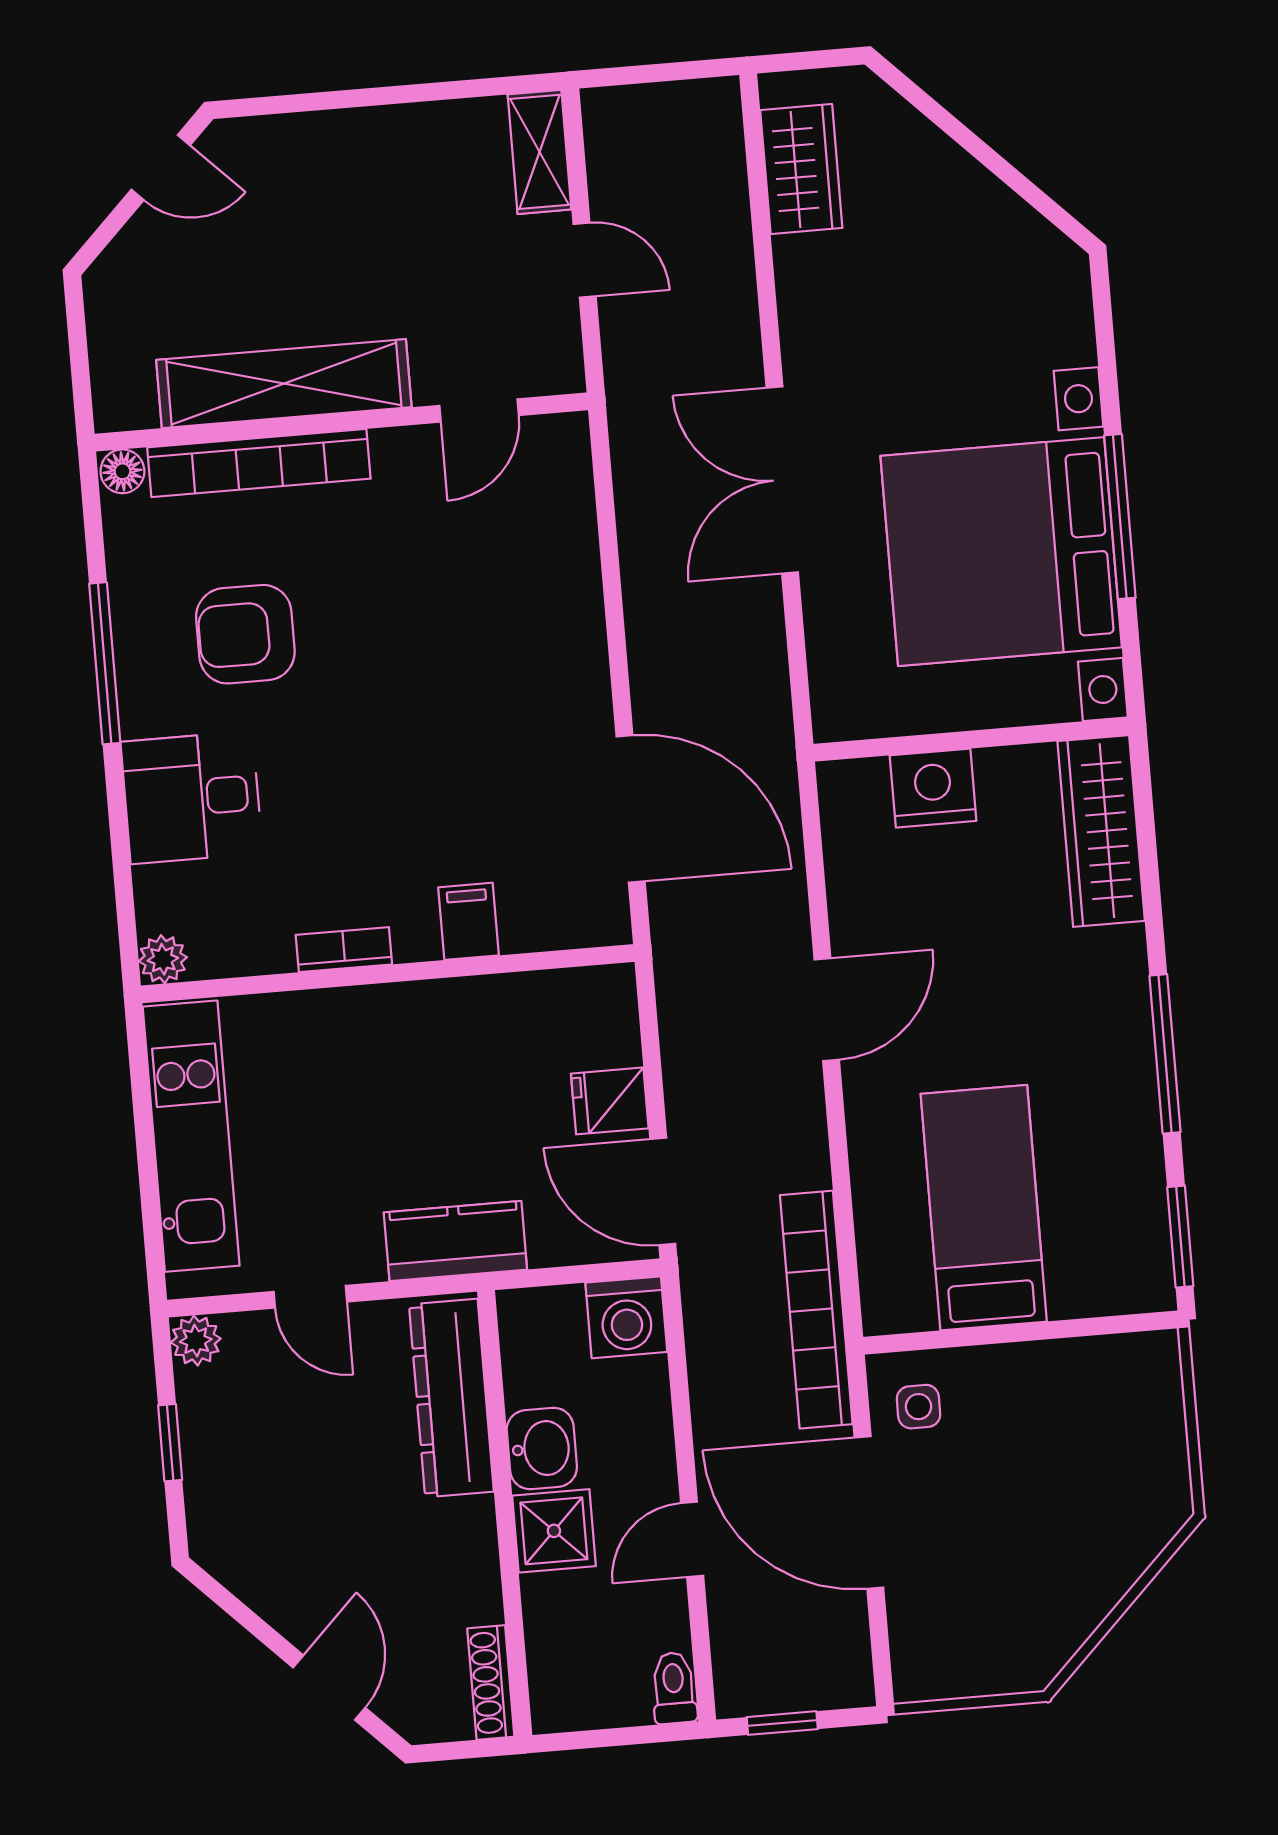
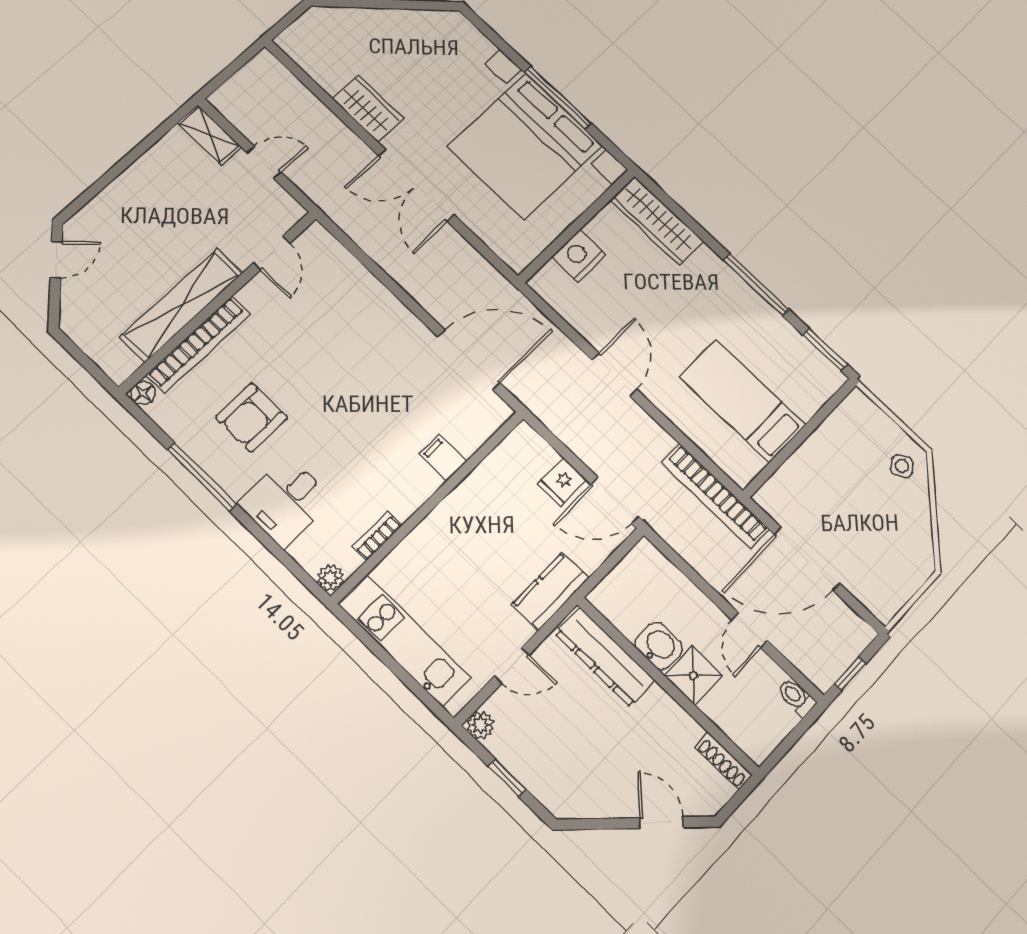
wardrobe: (801, 169) -> (368, 108), moved
bookcase: (344, 950) -> (377, 536), moved
washing machine: (626, 1317) -> (645, 563), removed
side table: (918, 1407) -> (902, 466), moved, turned -33

